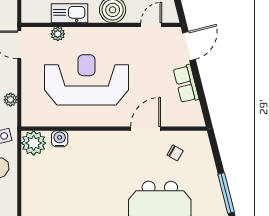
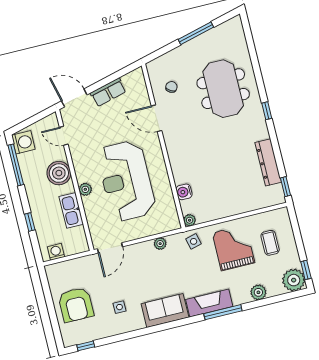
plant: (58, 34) -> (85, 189), moved
plant: (34, 143) -> (190, 220), width x0.53, depth x0.53

